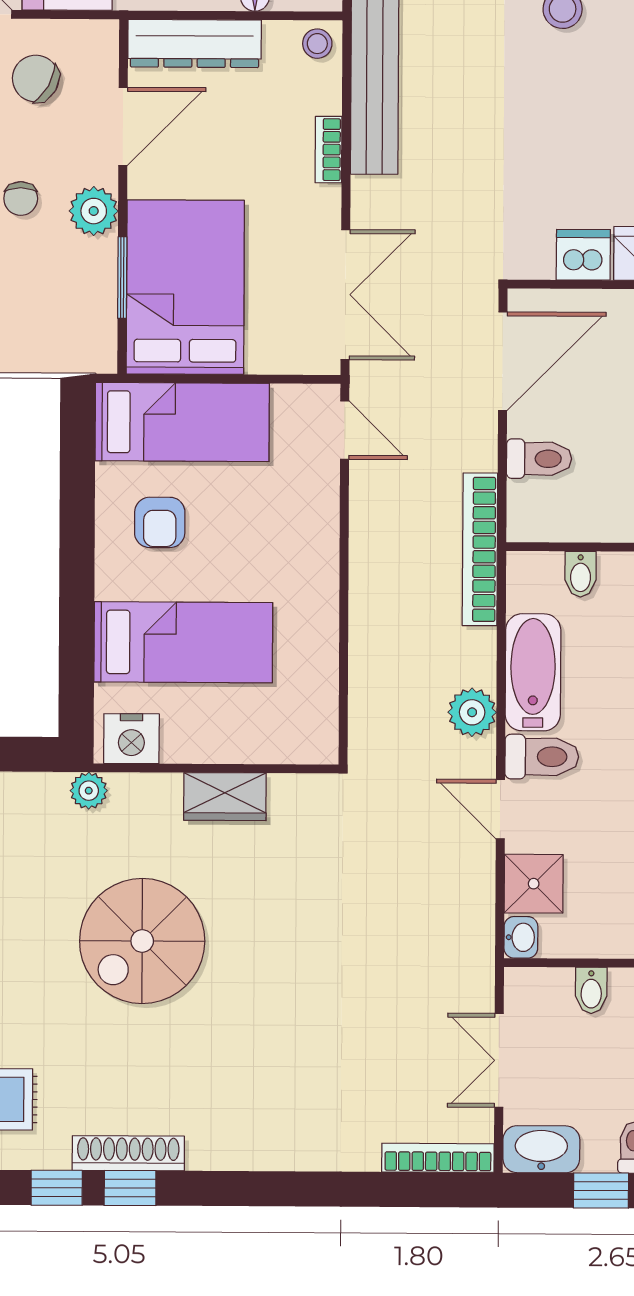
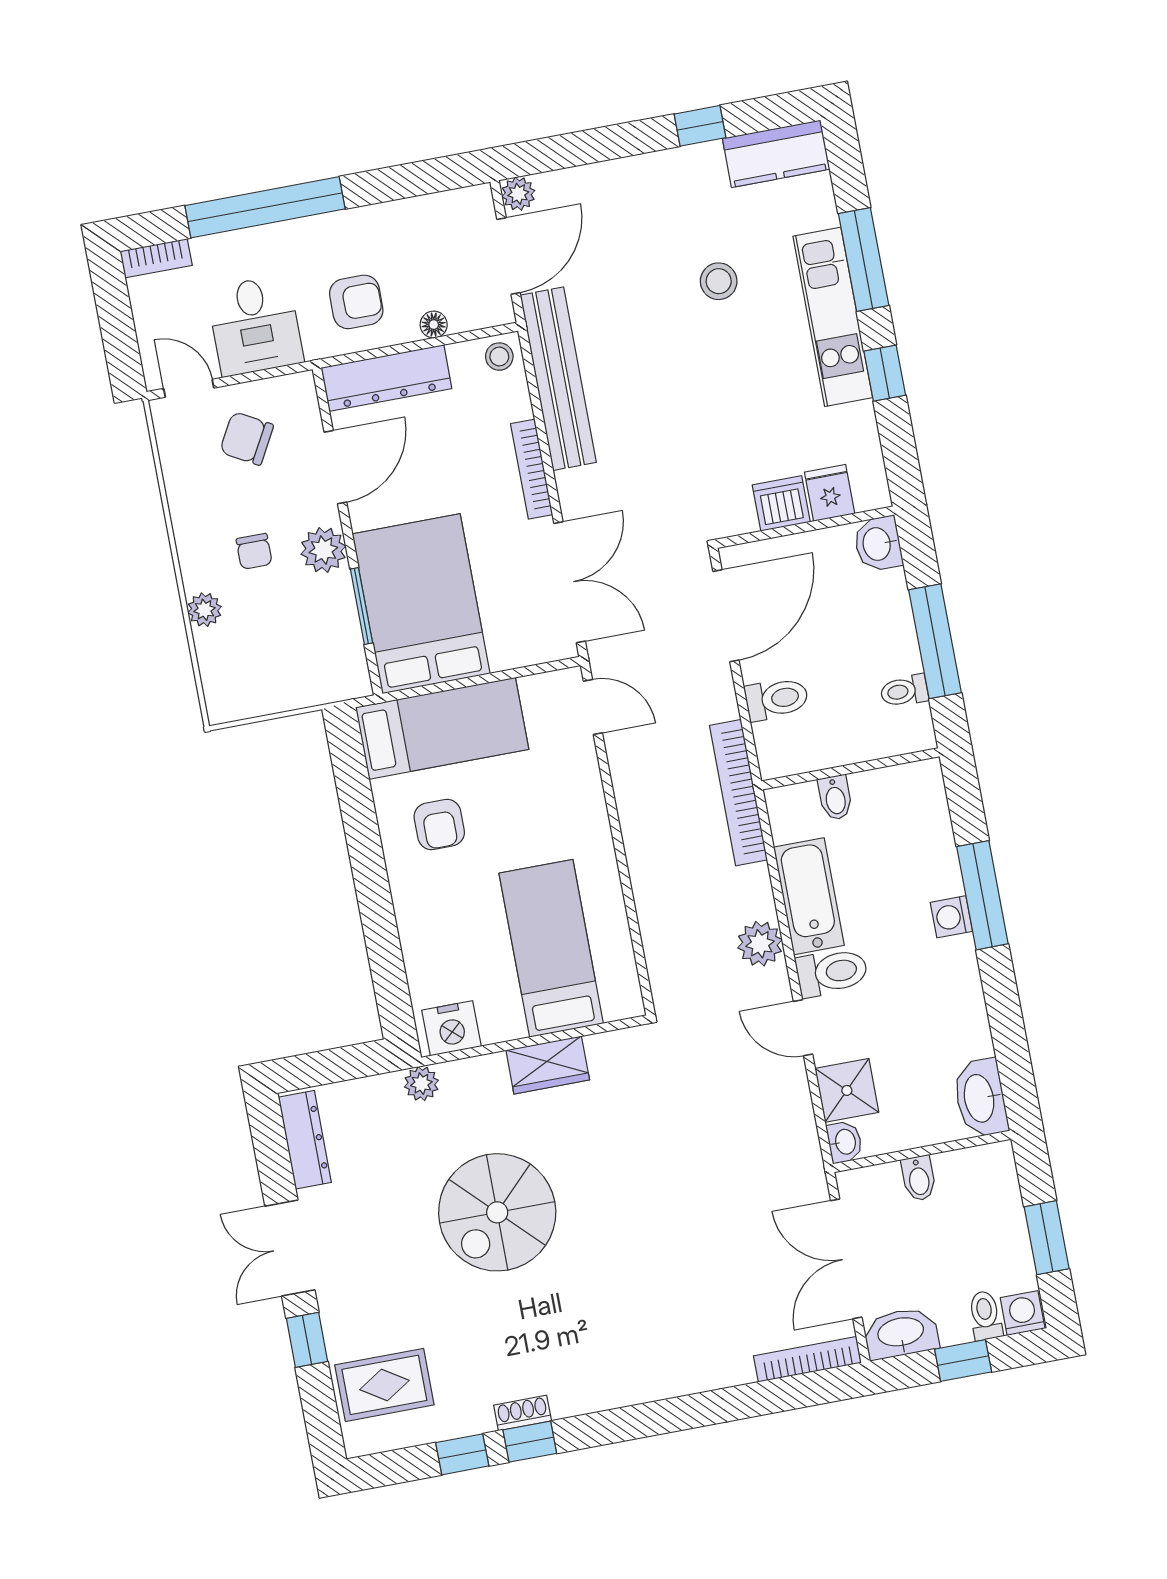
bookcase: (328, 150) -> (532, 469), width x1.56
bed: (183, 642) -> (551, 948), moved, turned -90
double door: (499, 1060) -> (846, 1259), width x1.37
shoe rack: (128, 1153) -> (523, 1413), width x0.51, depth x0.81

